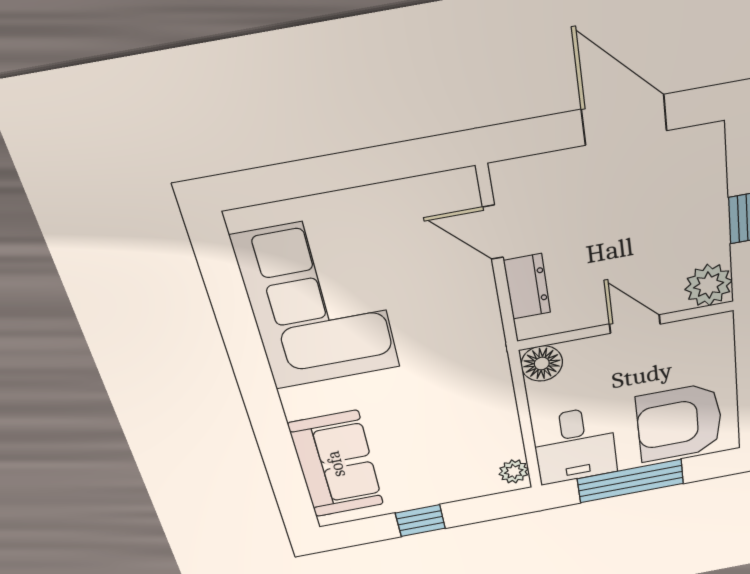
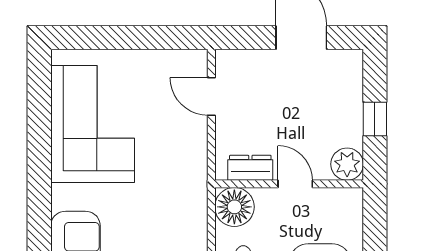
dresser: (527, 287) -> (250, 168), moved, turned -90
floor lamp: (542, 363) -> (234, 207), width x1.38, depth x1.38

